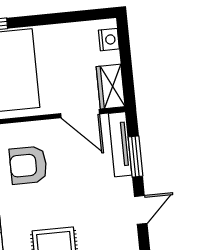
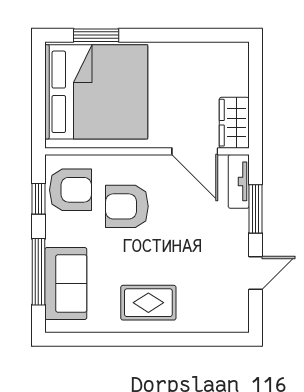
nightstand: (109, 40) -> (238, 67), removed
tv unit: (120, 144) -> (239, 181), width x0.71

